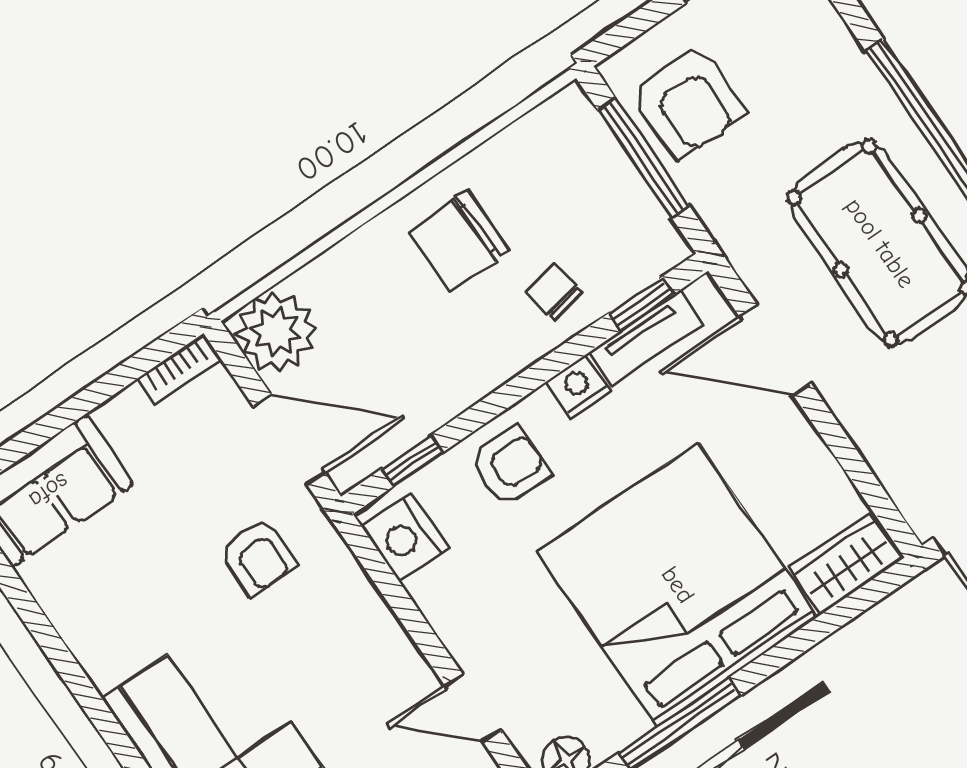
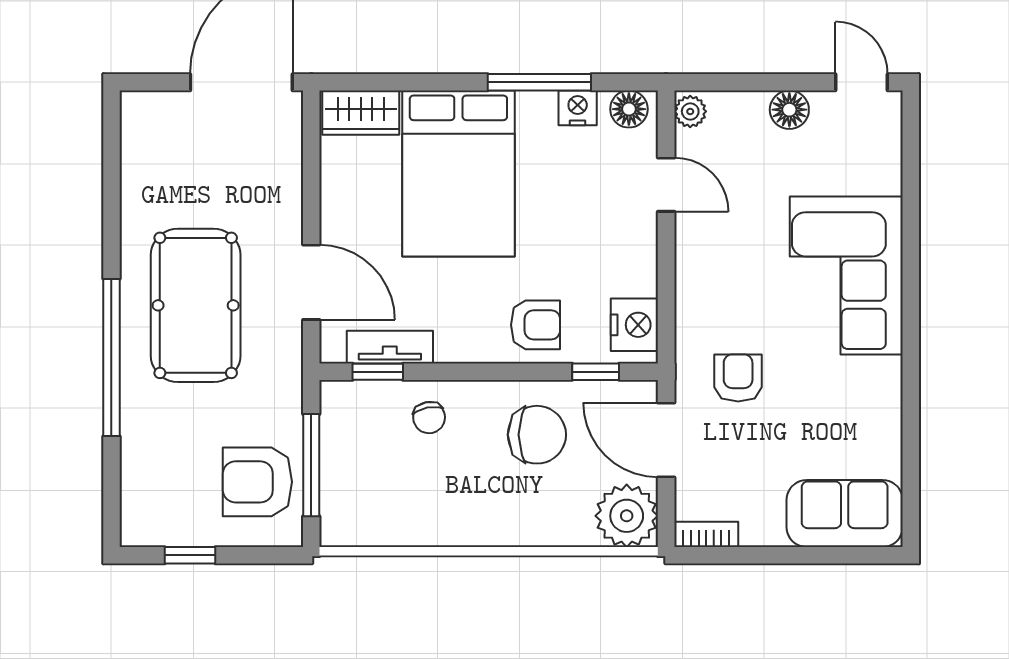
armchair: (688, 102) -> (257, 482), turned -90
chair: (459, 241) -> (537, 435), moved
nightstand: (578, 386) -> (578, 108), moved, turned 180
armchair: (509, 467) -> (535, 325), turned 180
bed: (678, 585) -> (458, 174), width x0.73

